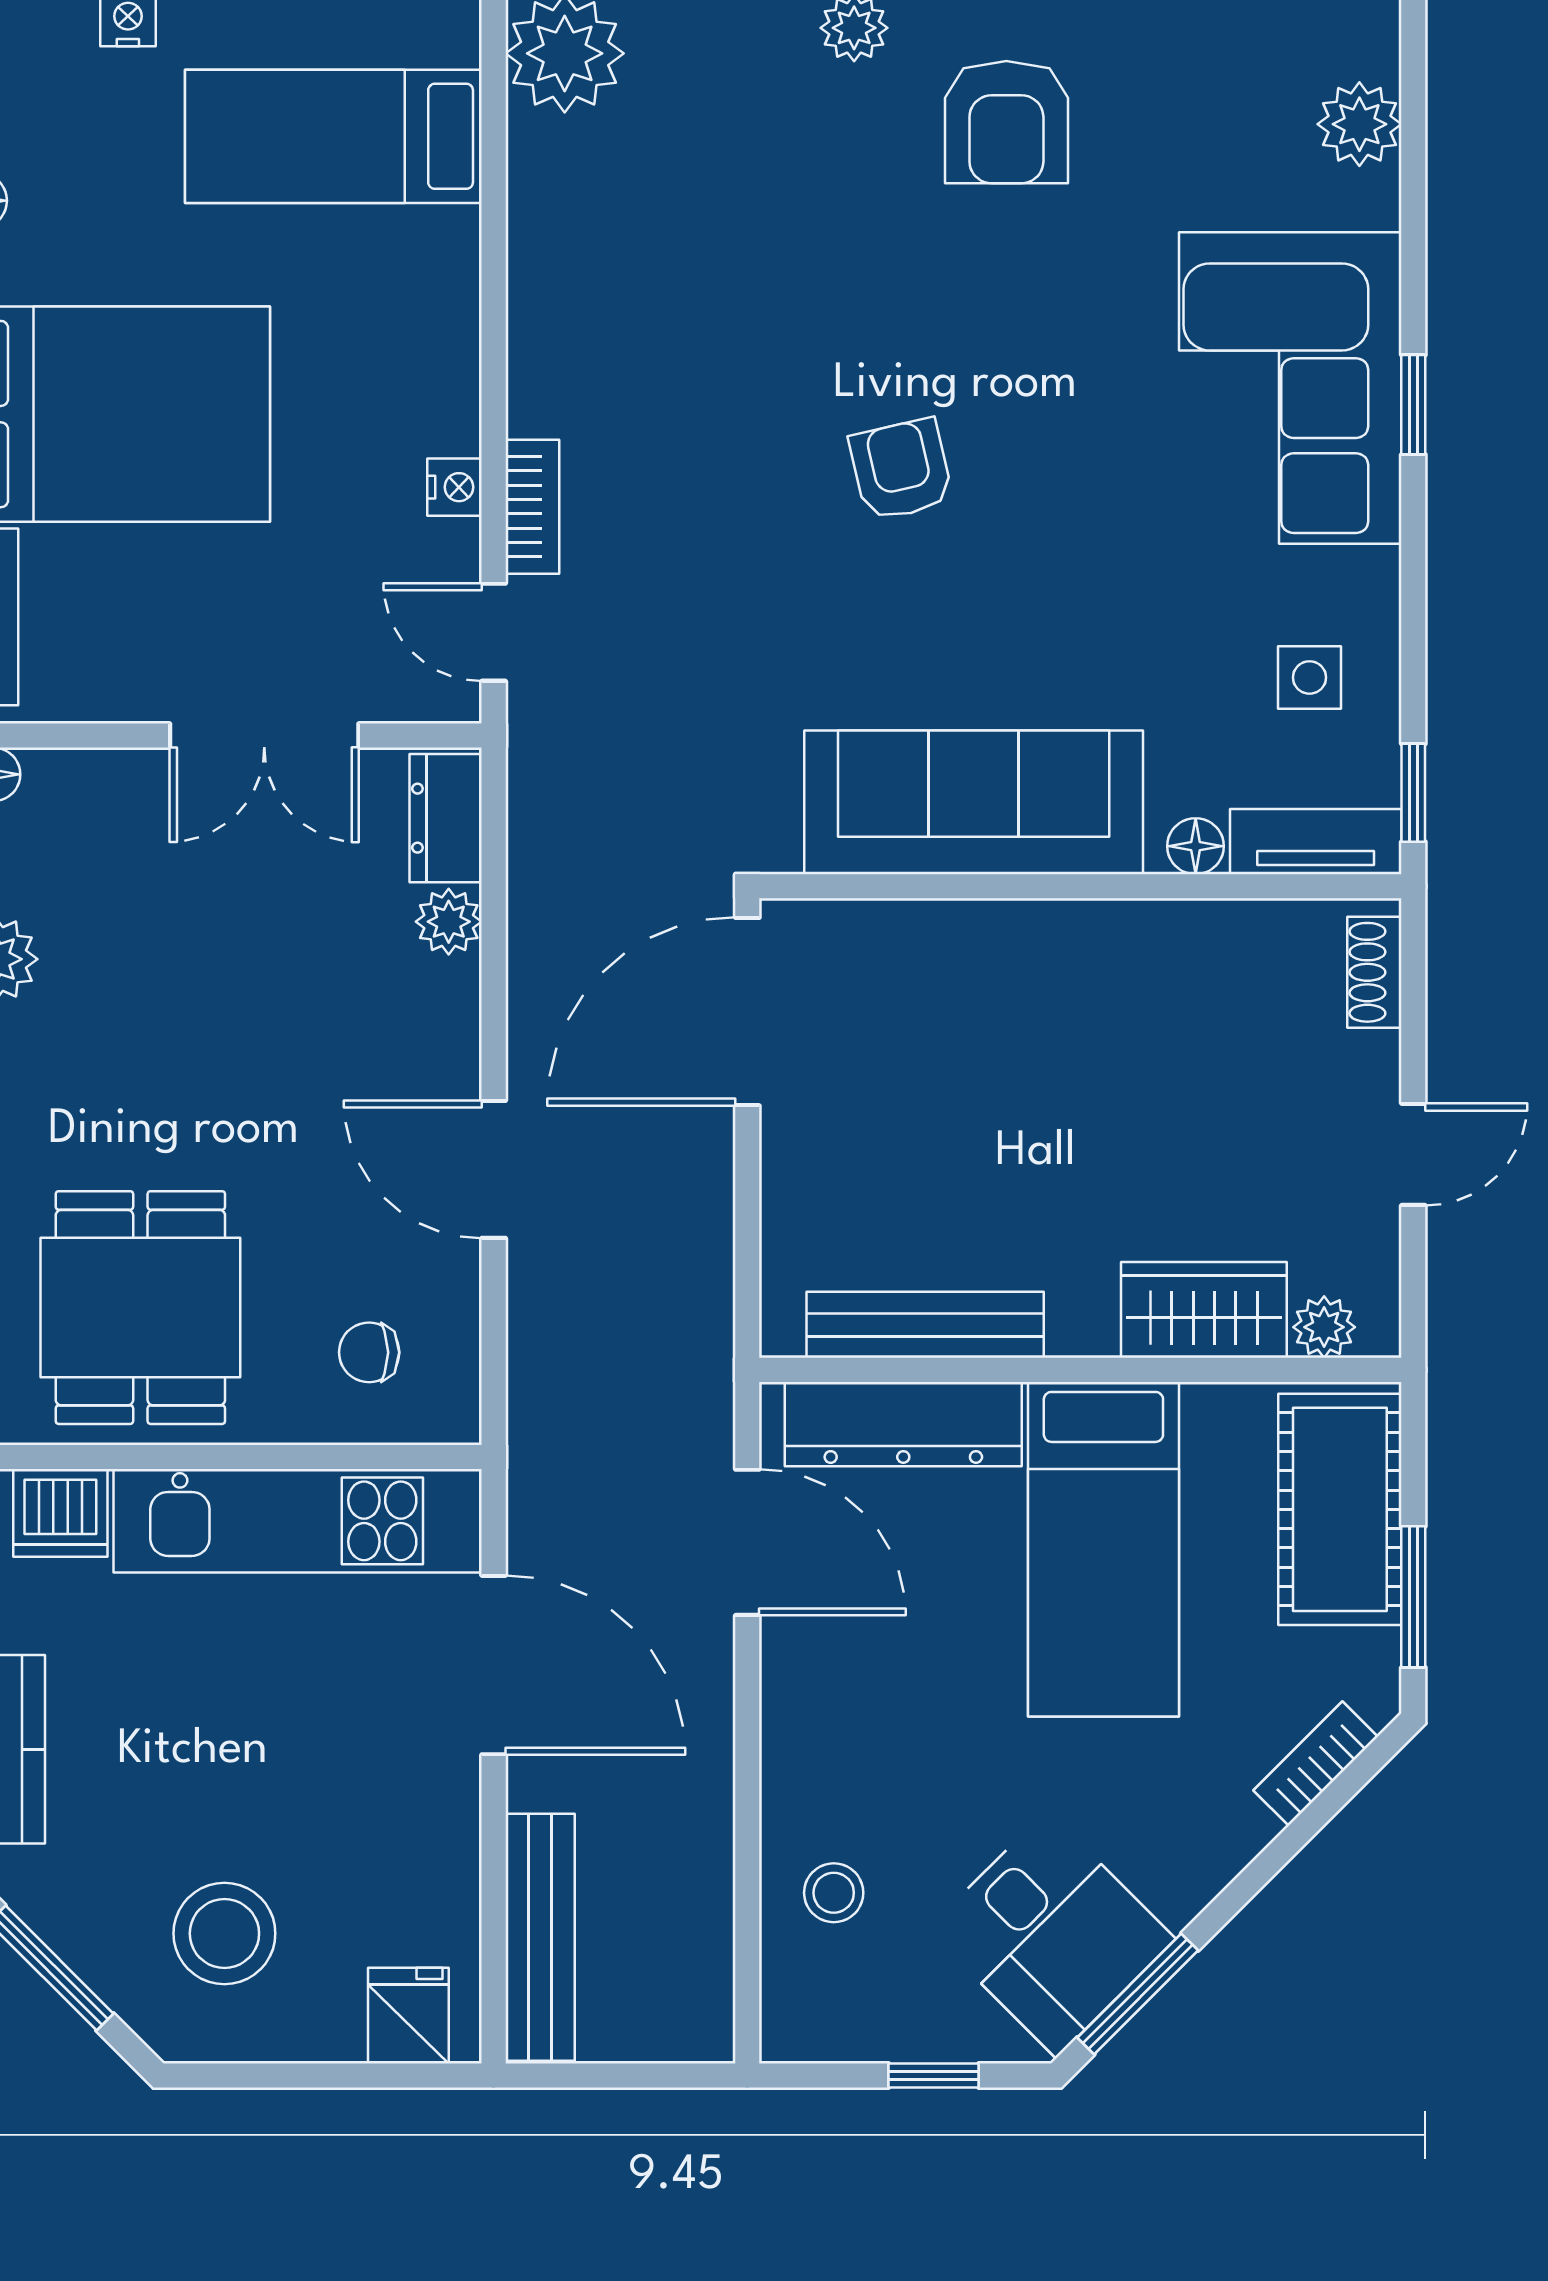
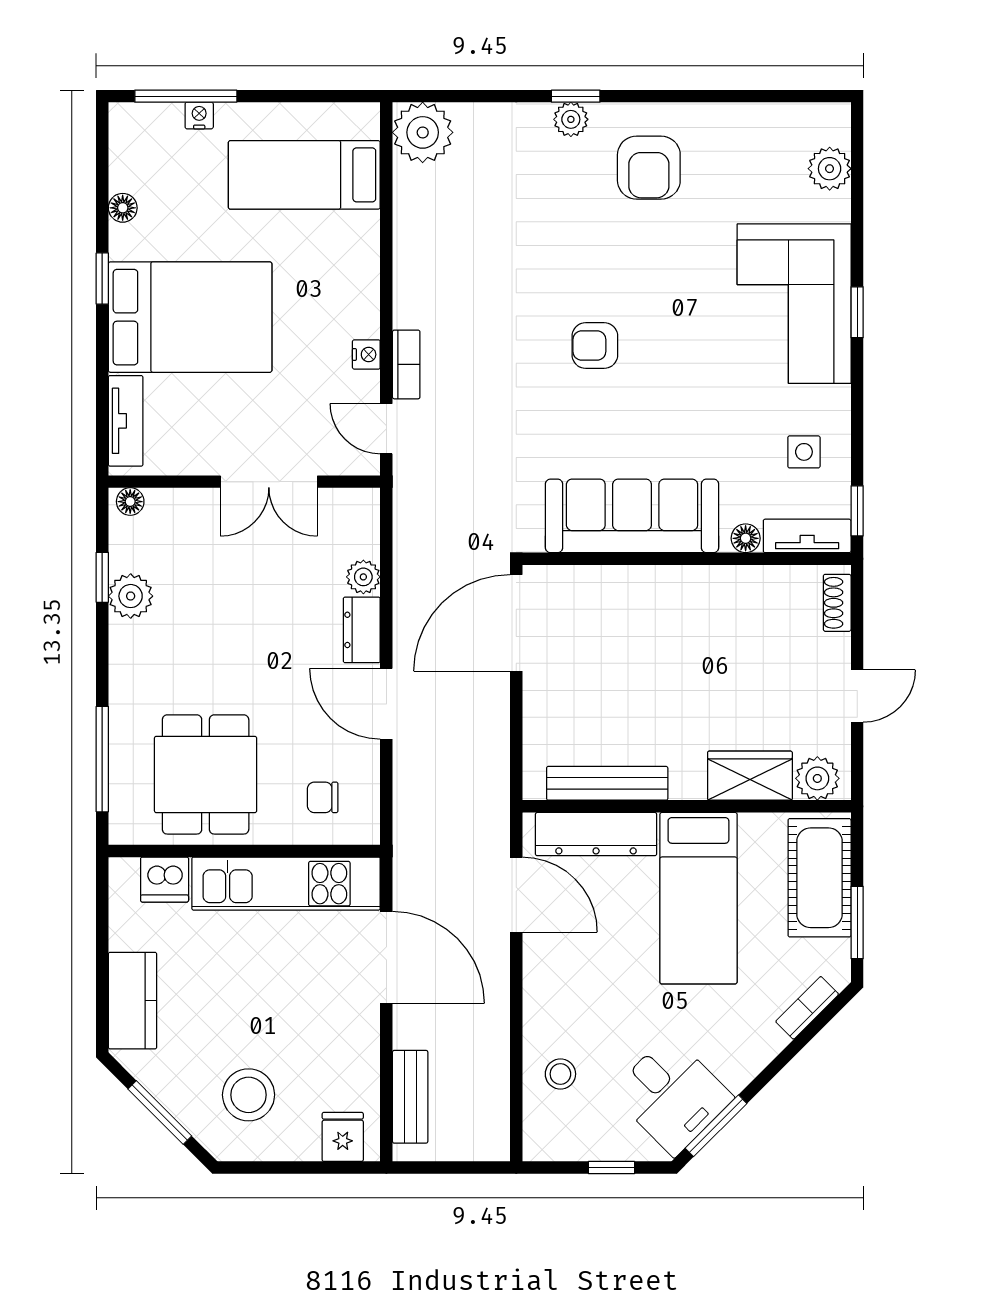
armchair: (901, 470) -> (595, 346), turned -77
dresser: (446, 818) -> (362, 630), moved
plant: (1324, 1327) -> (817, 778), width x1.38, depth x1.38
bench: (540, 1937) -> (410, 1097), width x0.73

